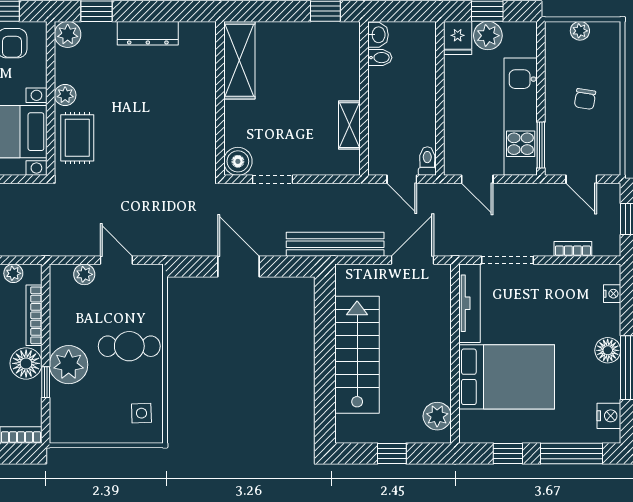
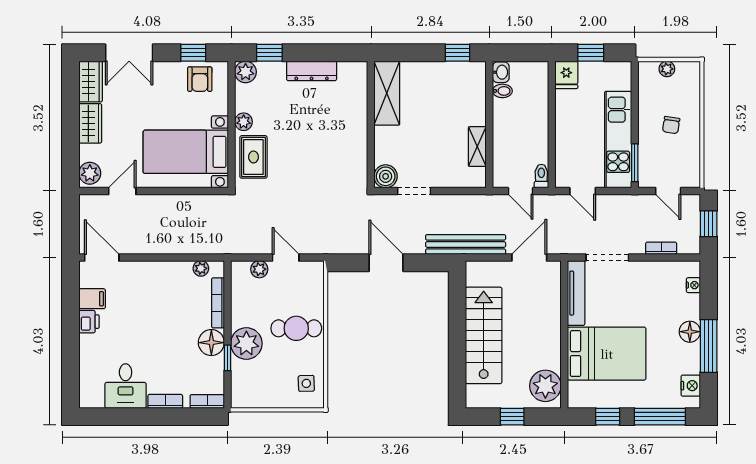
plant: (488, 36) -> (591, 73), removed
plant: (437, 416) -> (545, 386), width x1.36, depth x1.36

